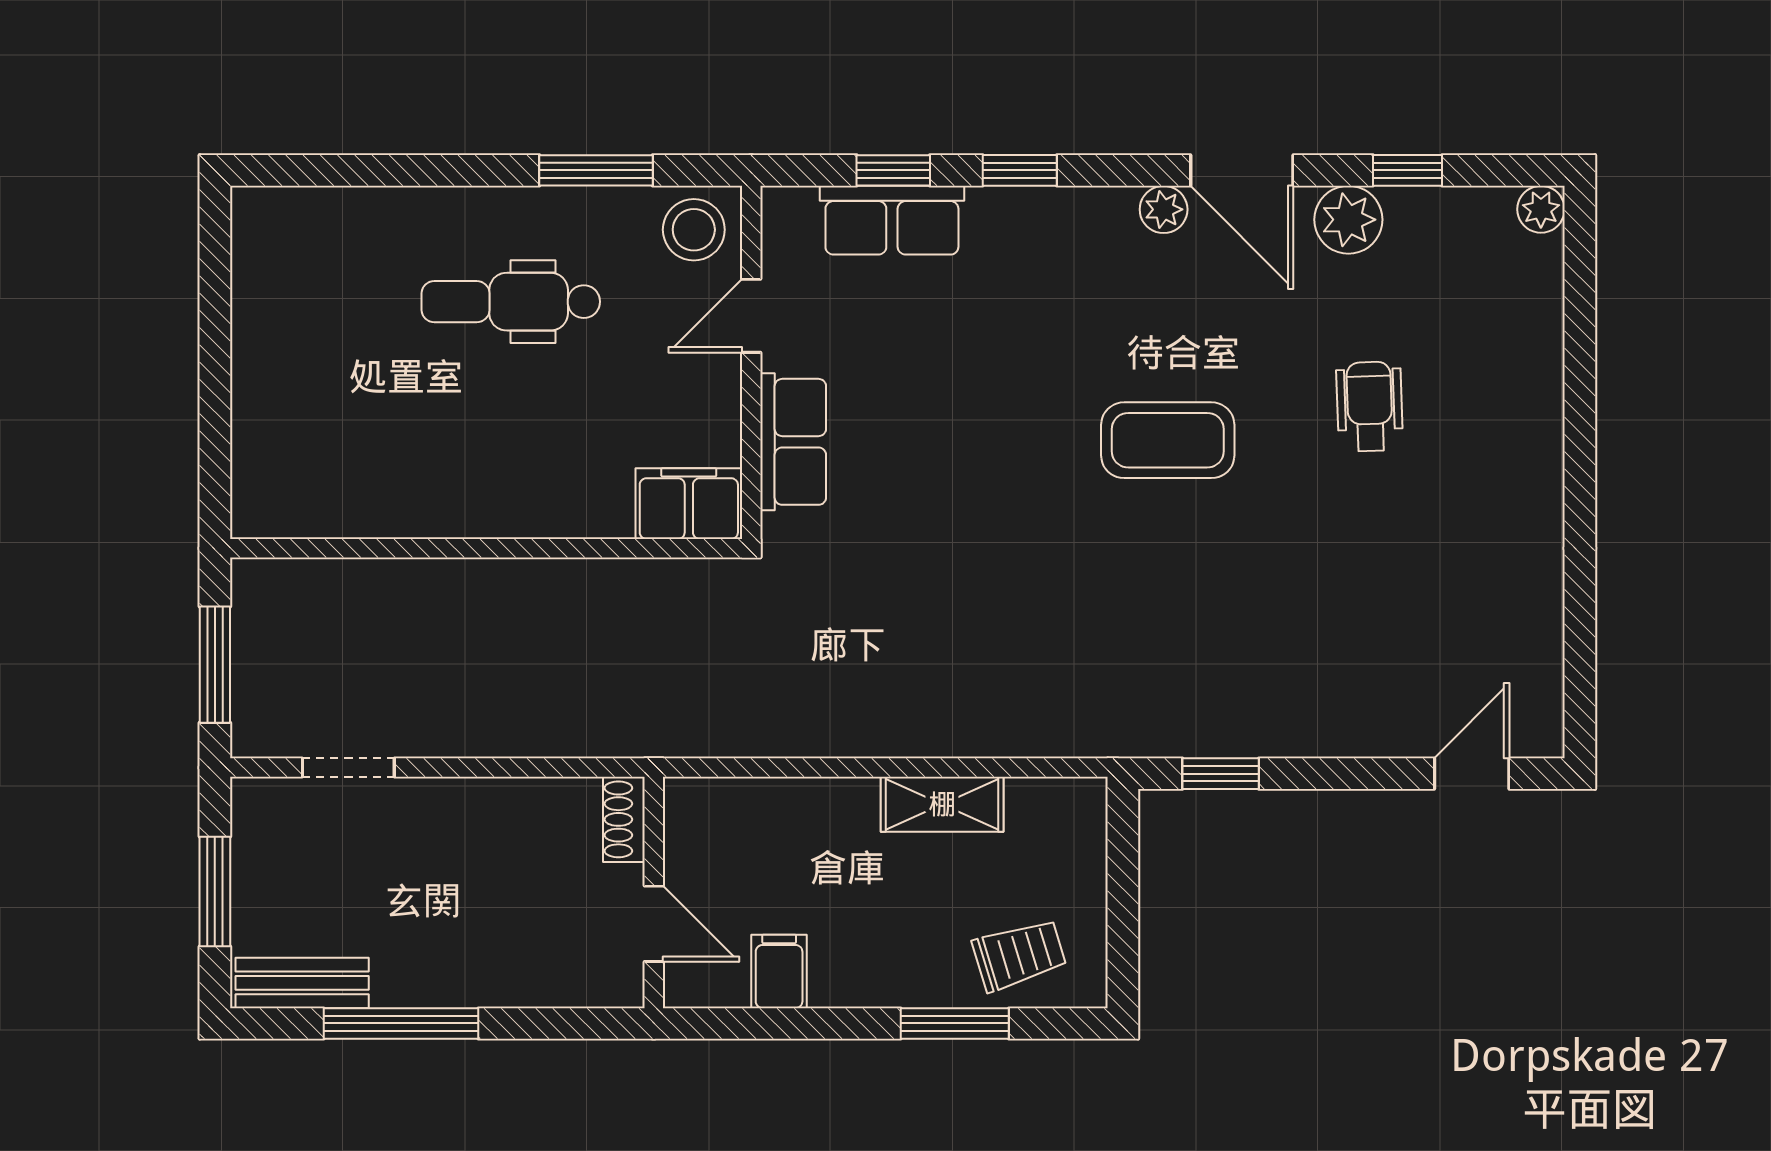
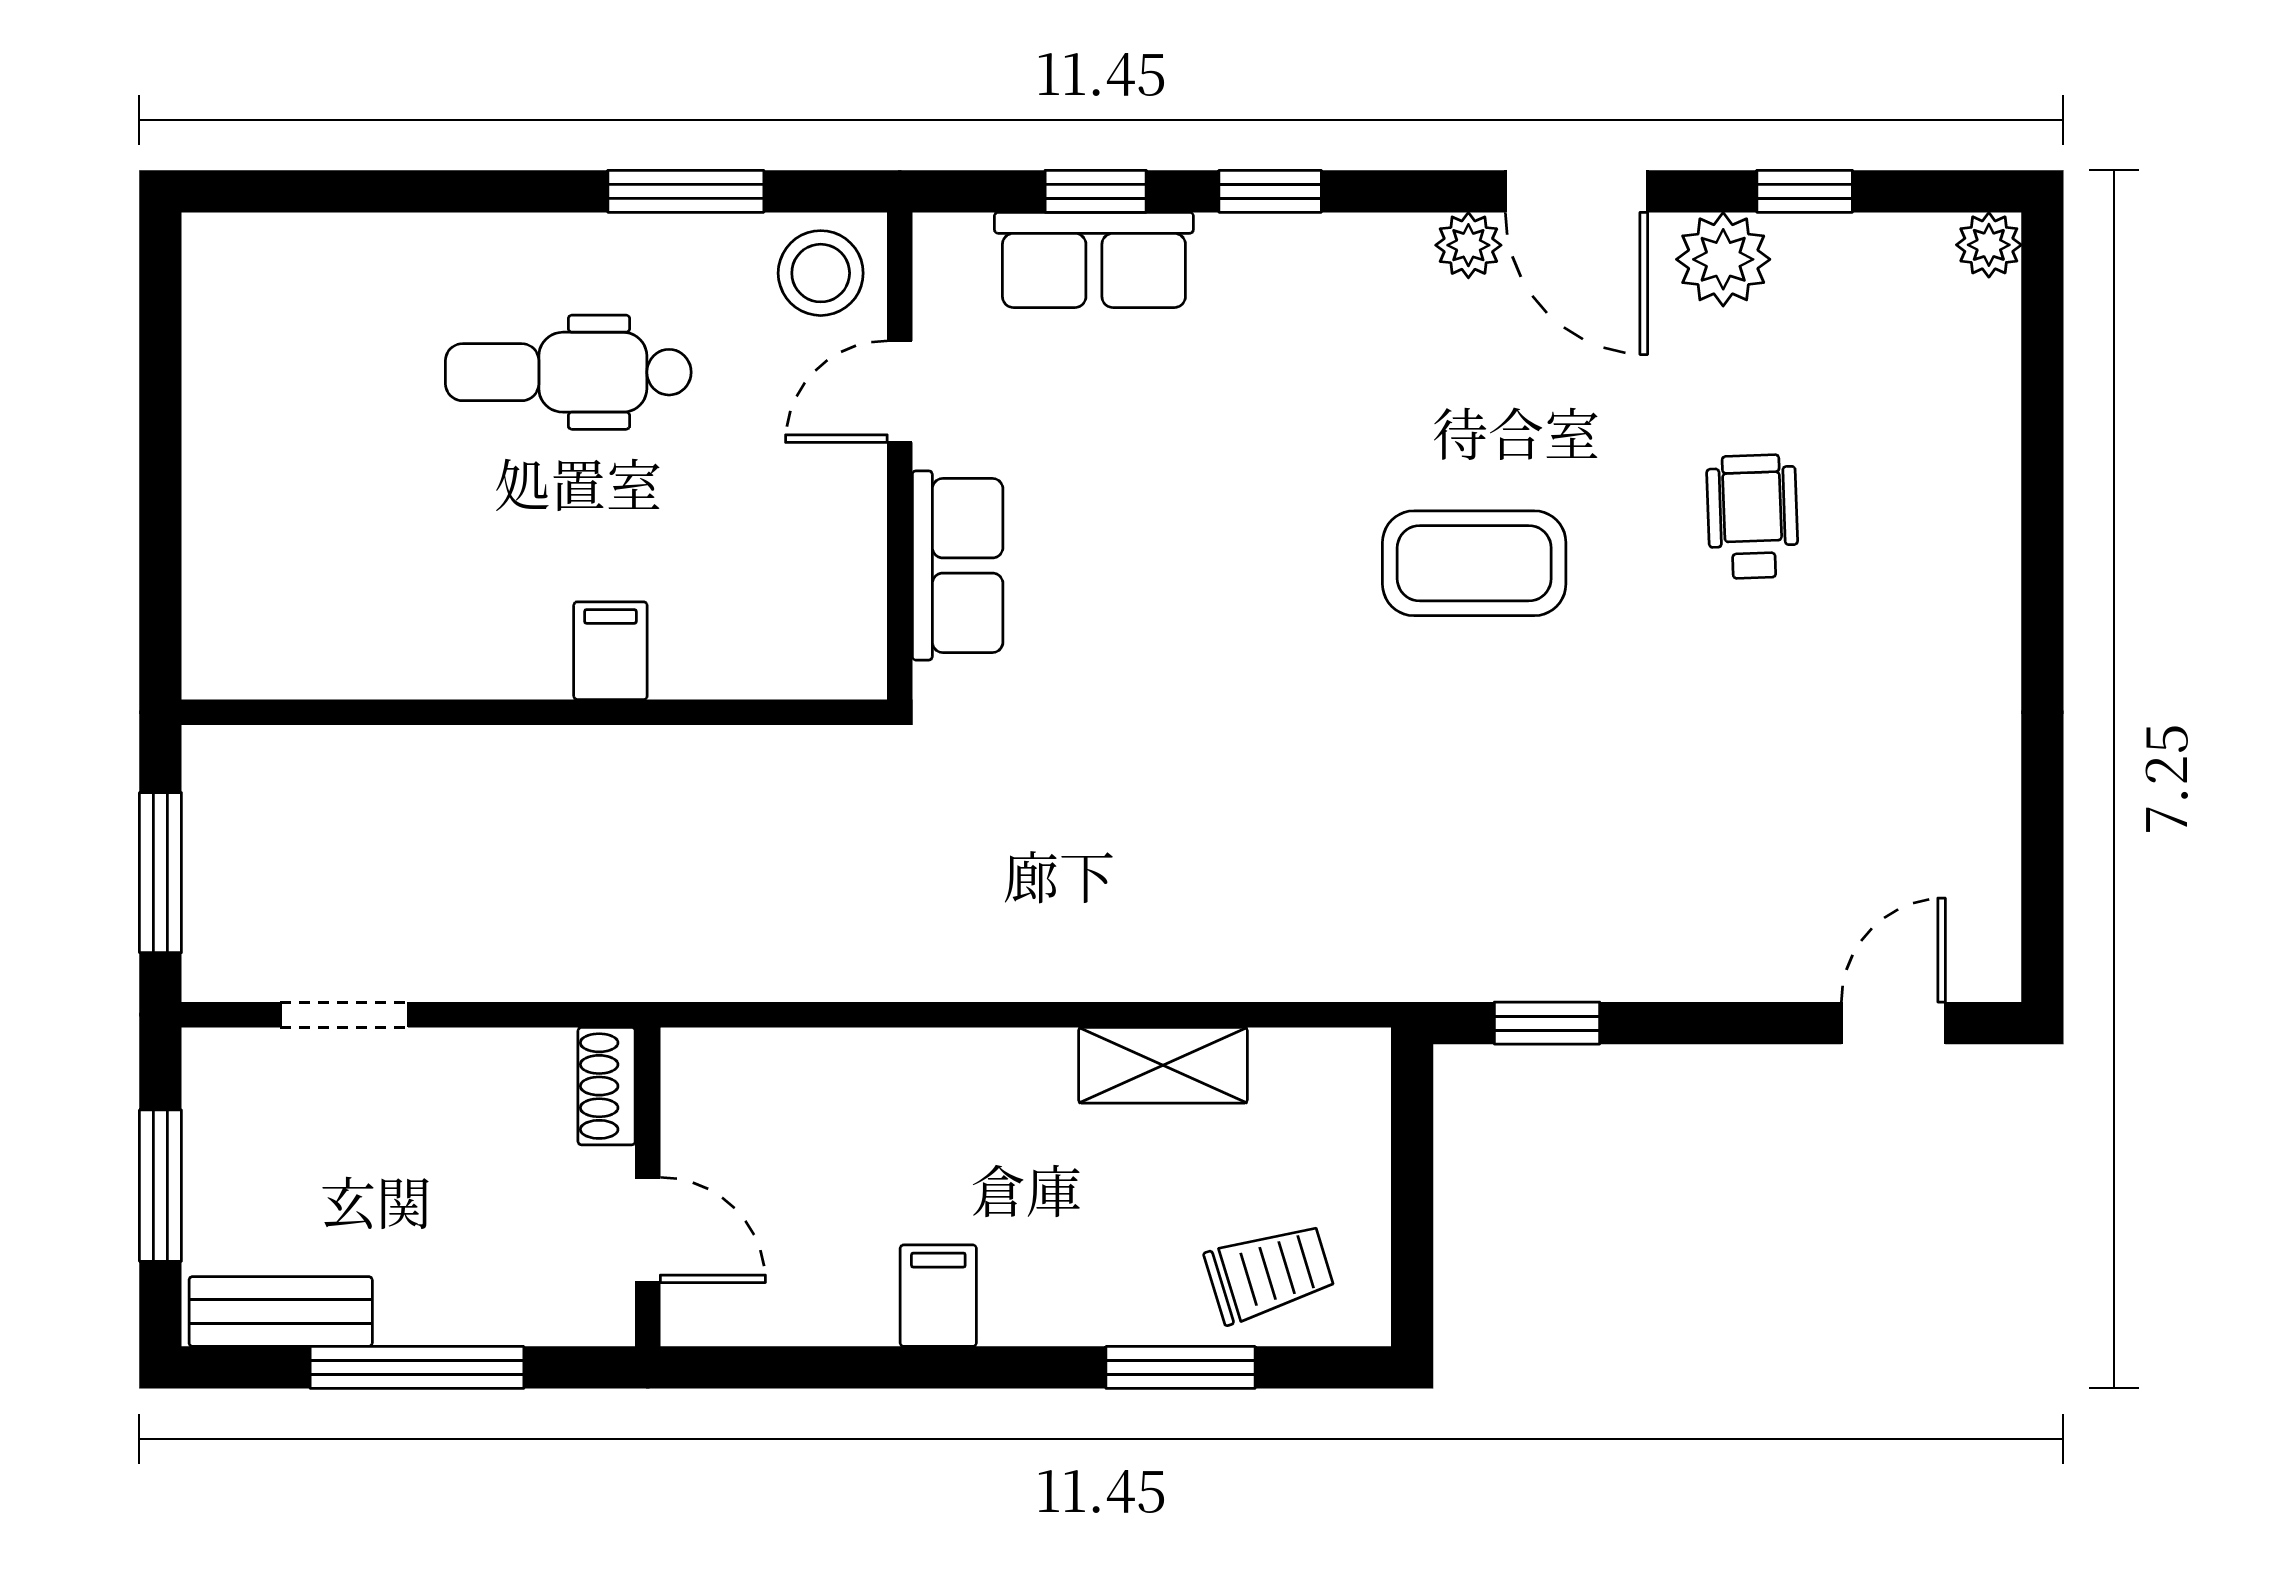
filing cabinet: (689, 504) -> (610, 651), moved, width x0.50
shoe rack: (624, 819) -> (607, 1086), moved
wall: (654, 892) -> (648, 1187), moved
door: (654, 924) -> (648, 1230), moved

